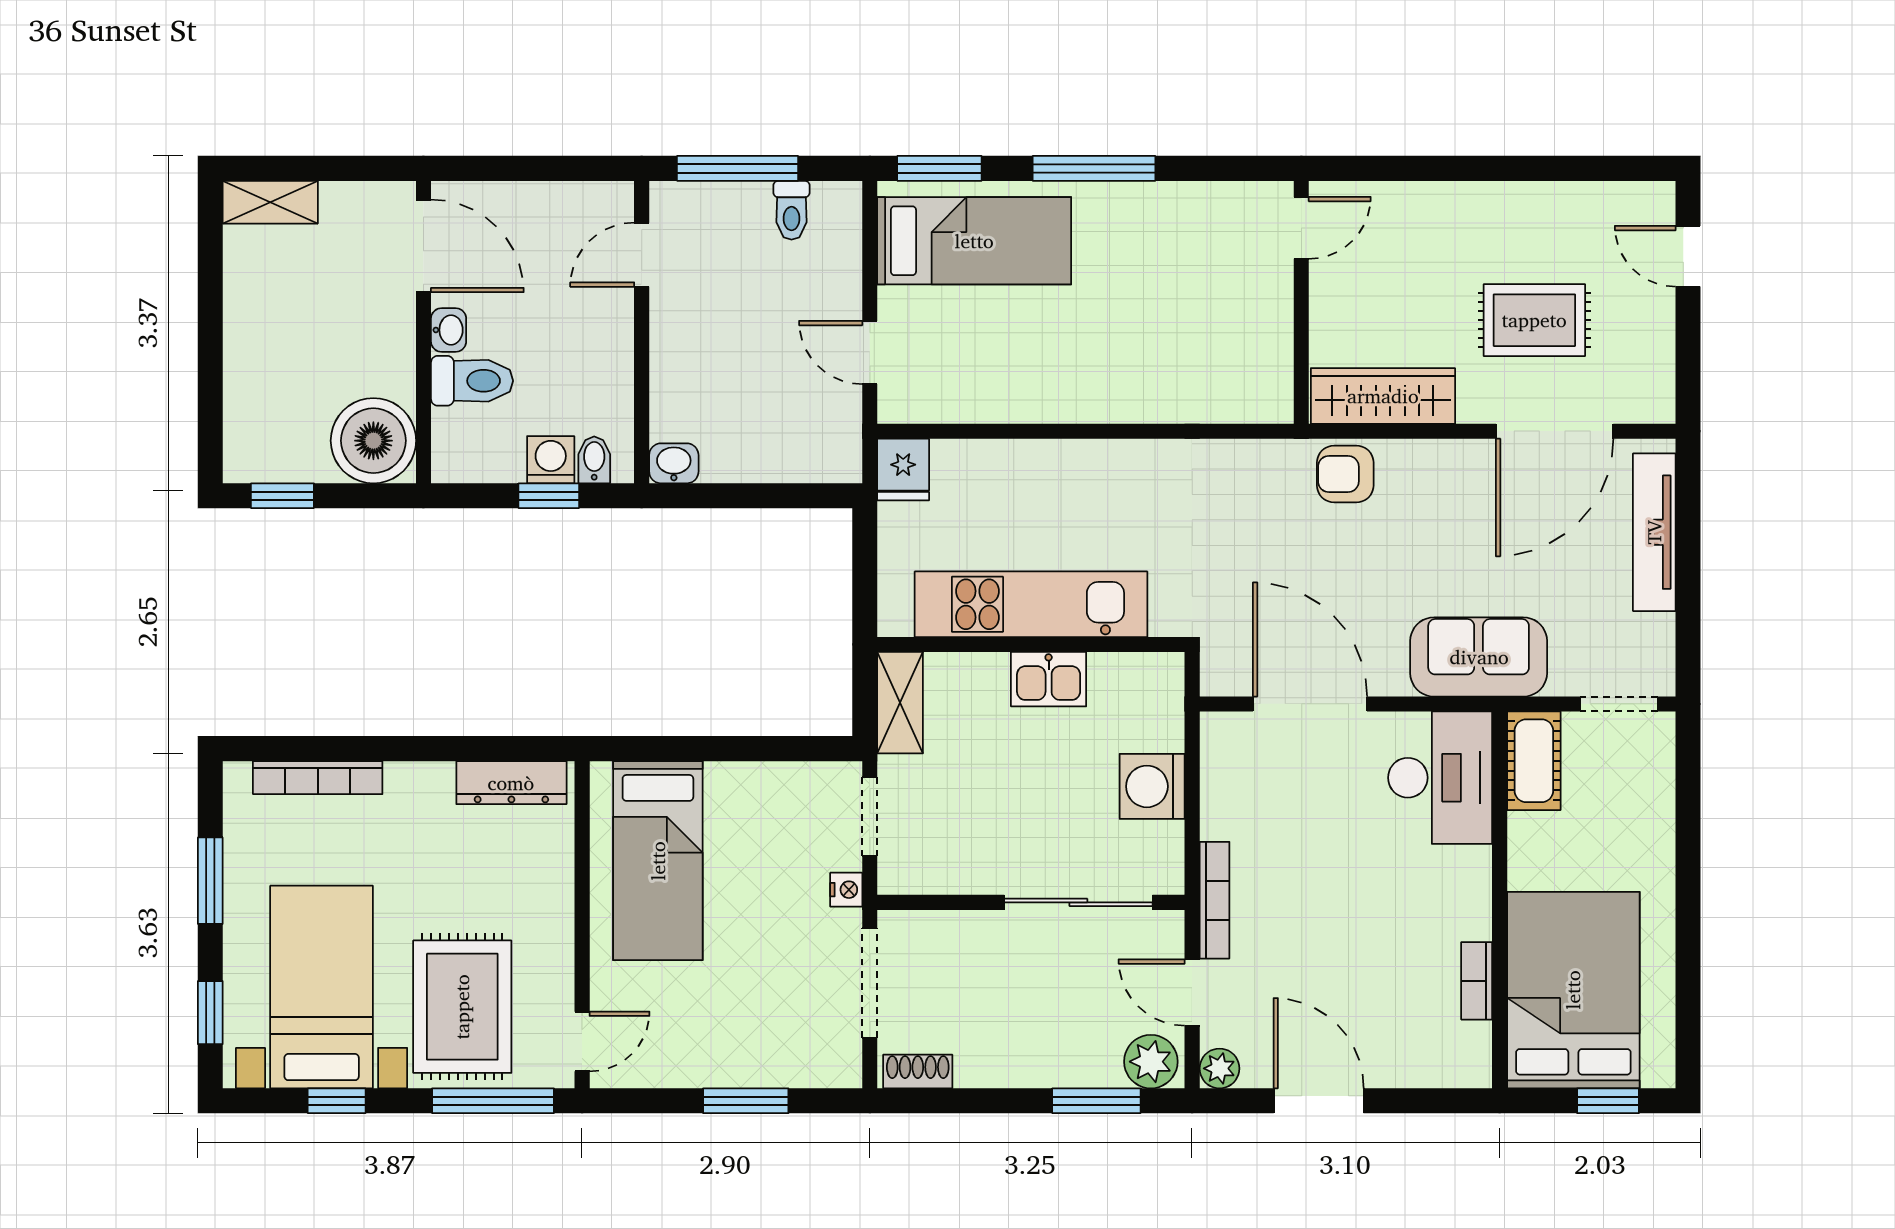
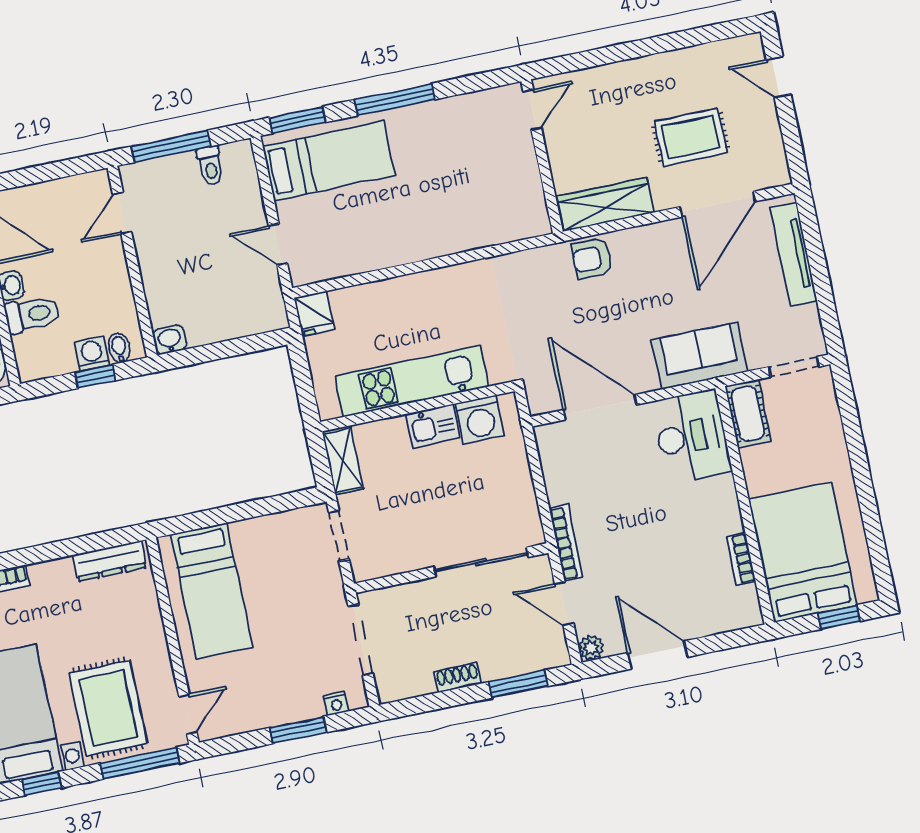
washing machine: (1152, 786) -> (480, 420), moved, turned -90
nightstand: (846, 890) -> (336, 703), moved, turned 90
plant: (1151, 1062) -> (547, 652), removed
shoe rack: (918, 1071) -> (457, 678), moved

